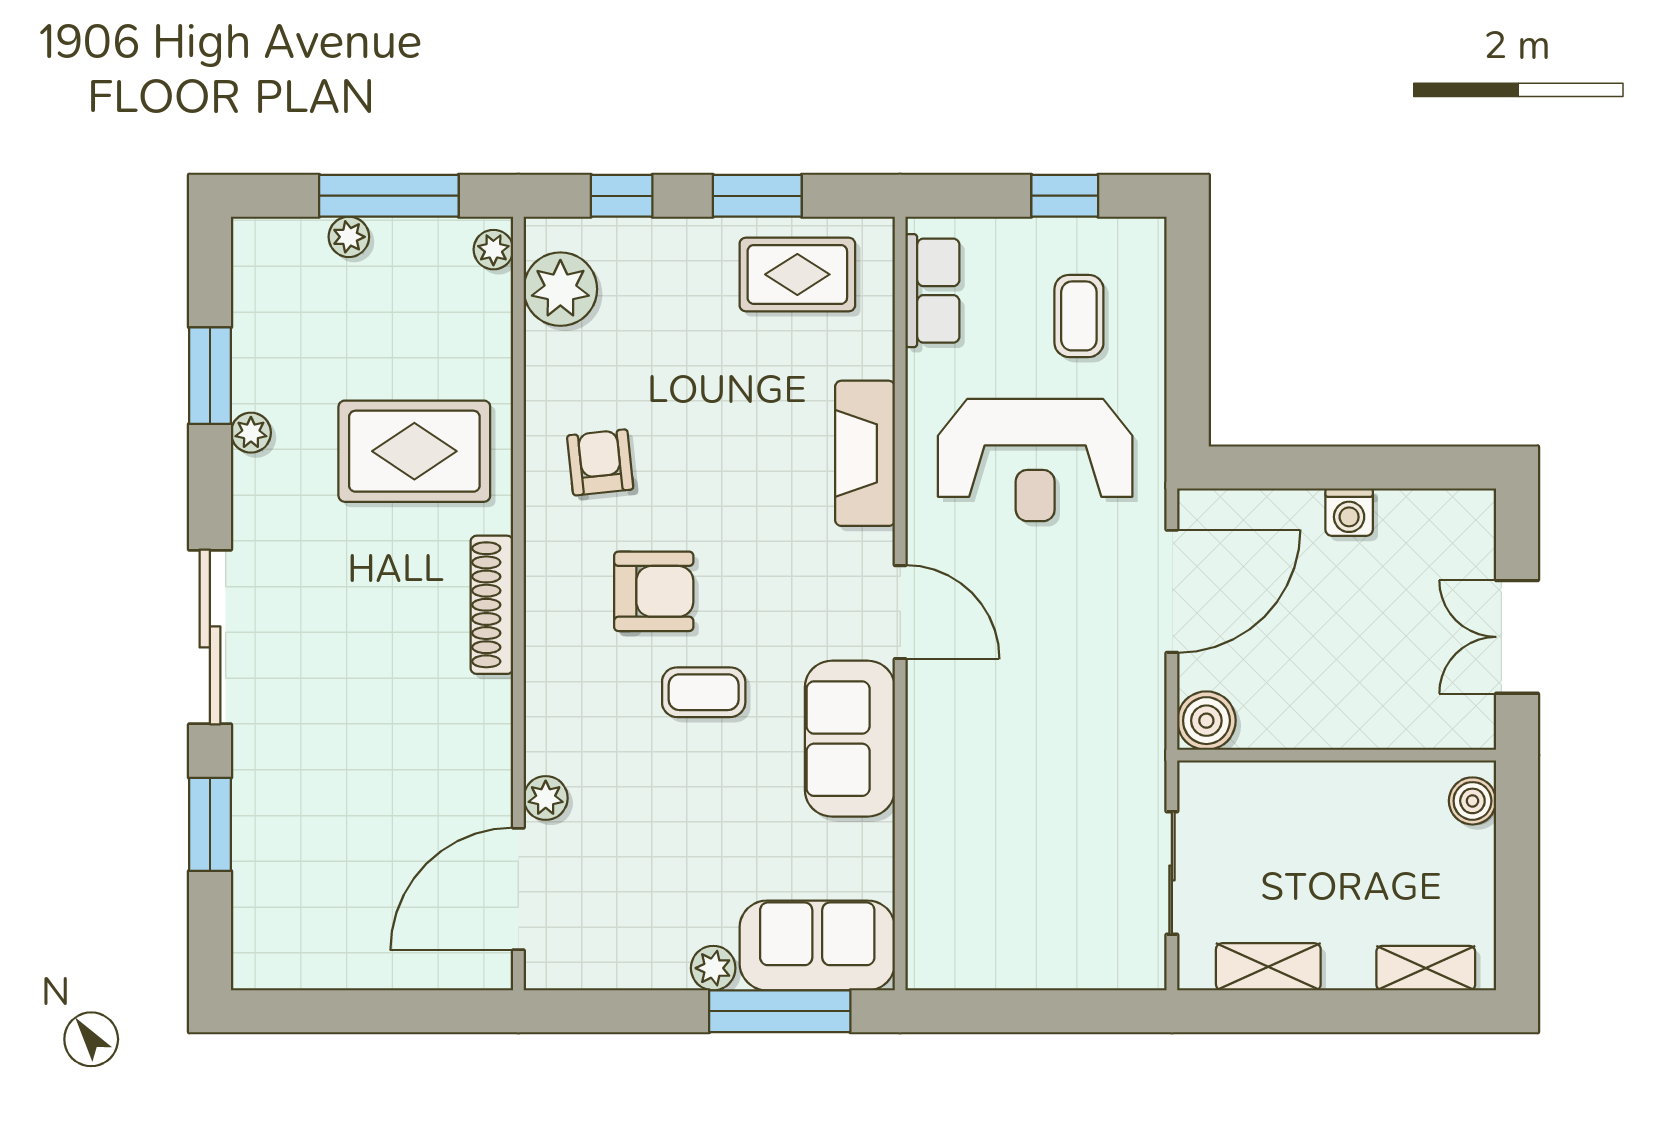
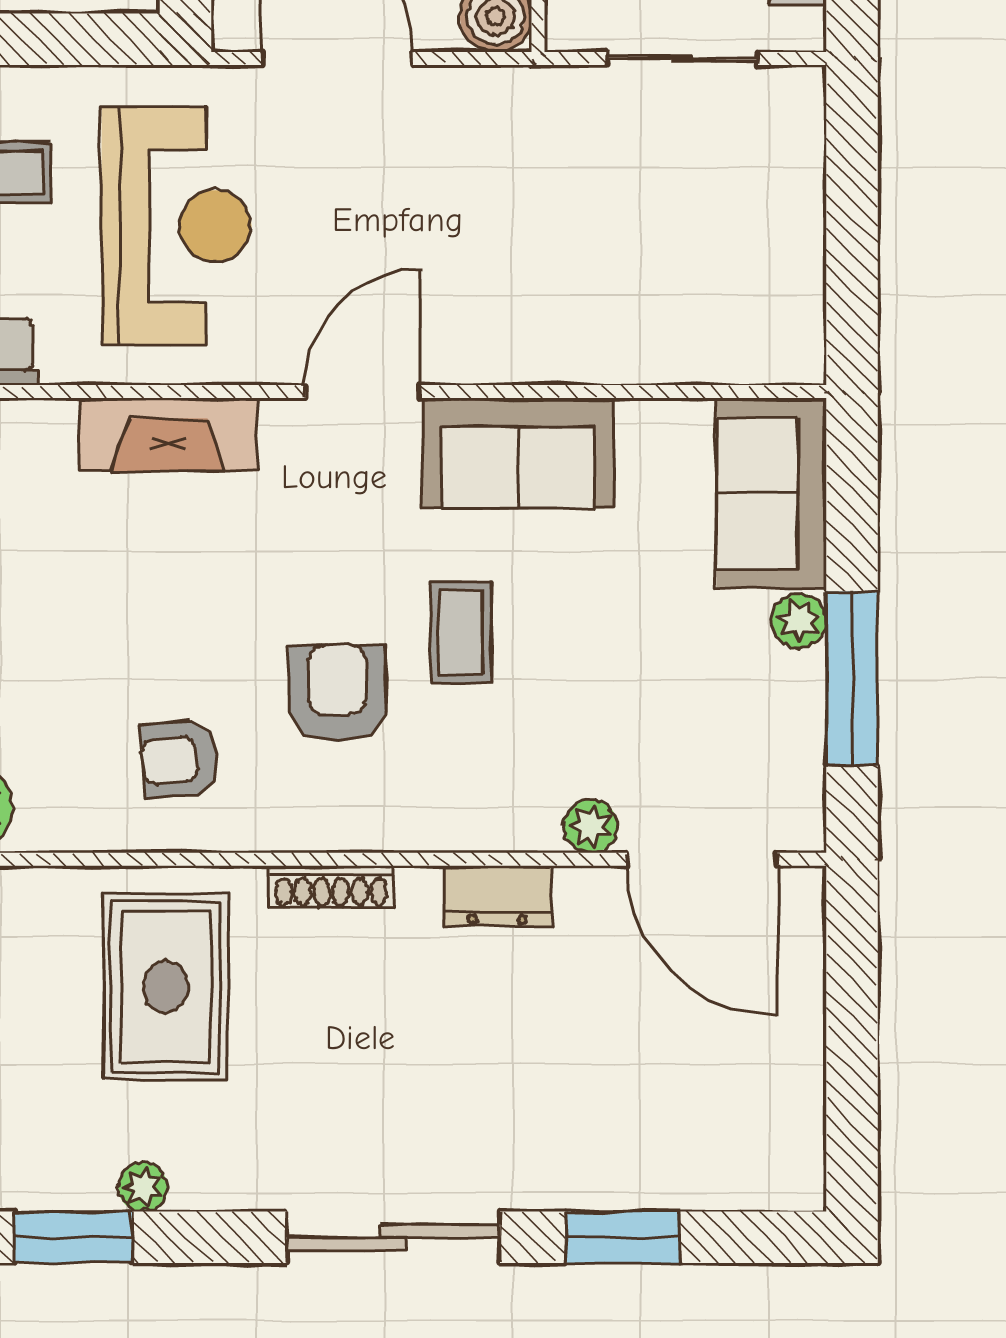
shoe rack: (492, 605) -> (331, 887), width x0.74, depth x0.81
dresser: (489, 722) -> (497, 896), added
window: (780, 1011) -> (852, 678), moved

